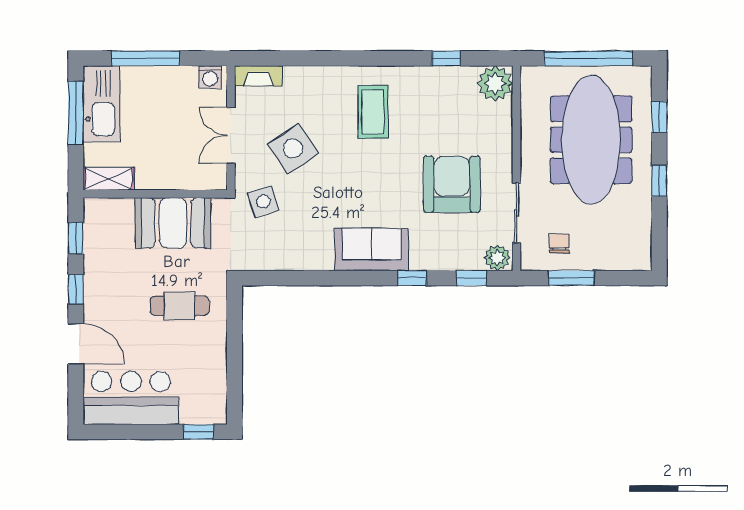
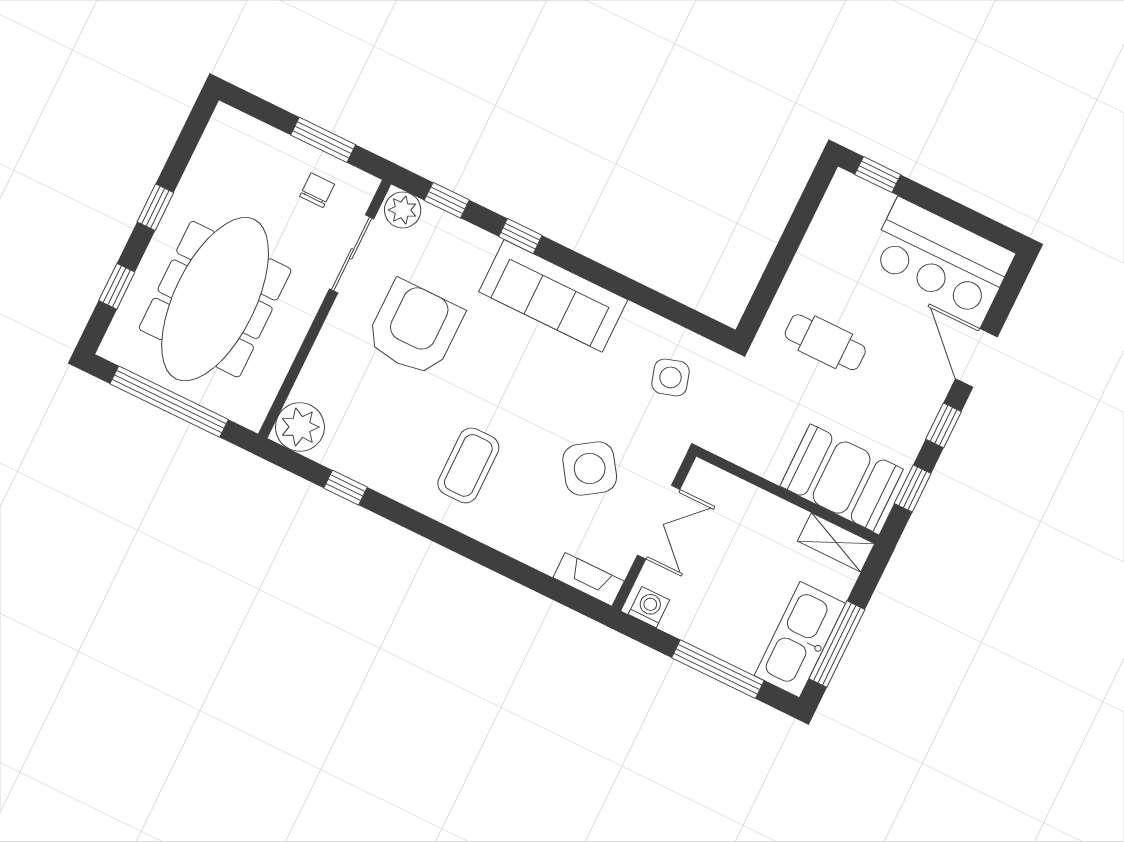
armchair: (452, 184) -> (414, 328), turned 180
side table: (263, 201) -> (671, 377), moved
booth: (173, 223) -> (842, 478), moved
chair: (559, 243) -> (317, 190), turned 180
sofa: (372, 250) -> (553, 296), width x1.36

